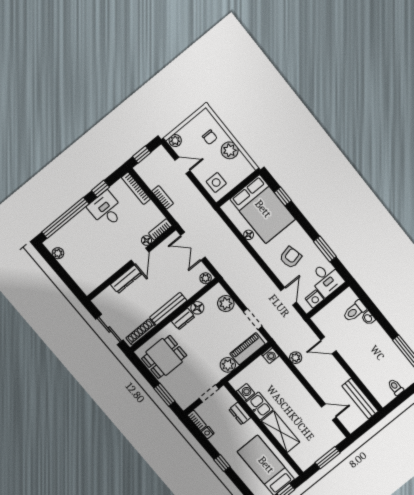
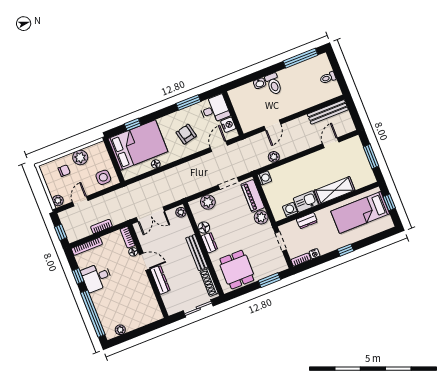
door: (289, 296) -> (219, 146), hinge flipped
toilet: (355, 311) -> (274, 84), moved

